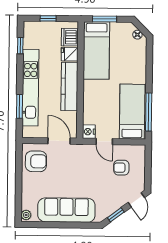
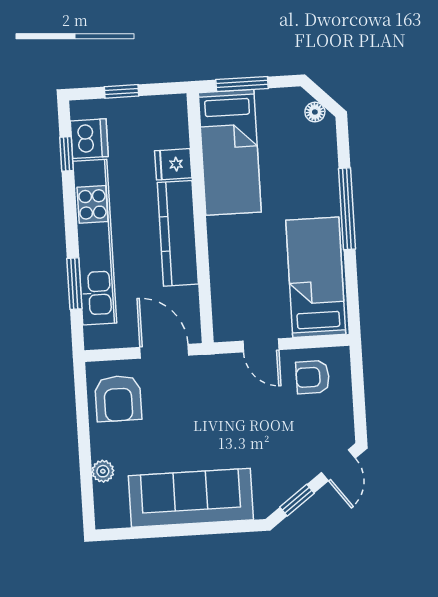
dishwasher: (70, 37) -> (89, 139), moved, turned 180
window: (149, 112) -> (347, 209), moved
nightstand: (89, 132) -> (226, 327), removed
armchair: (36, 161) -> (118, 398), turned 90
armchair: (121, 168) -> (313, 377), moved
plant: (26, 215) -> (103, 471), moved

